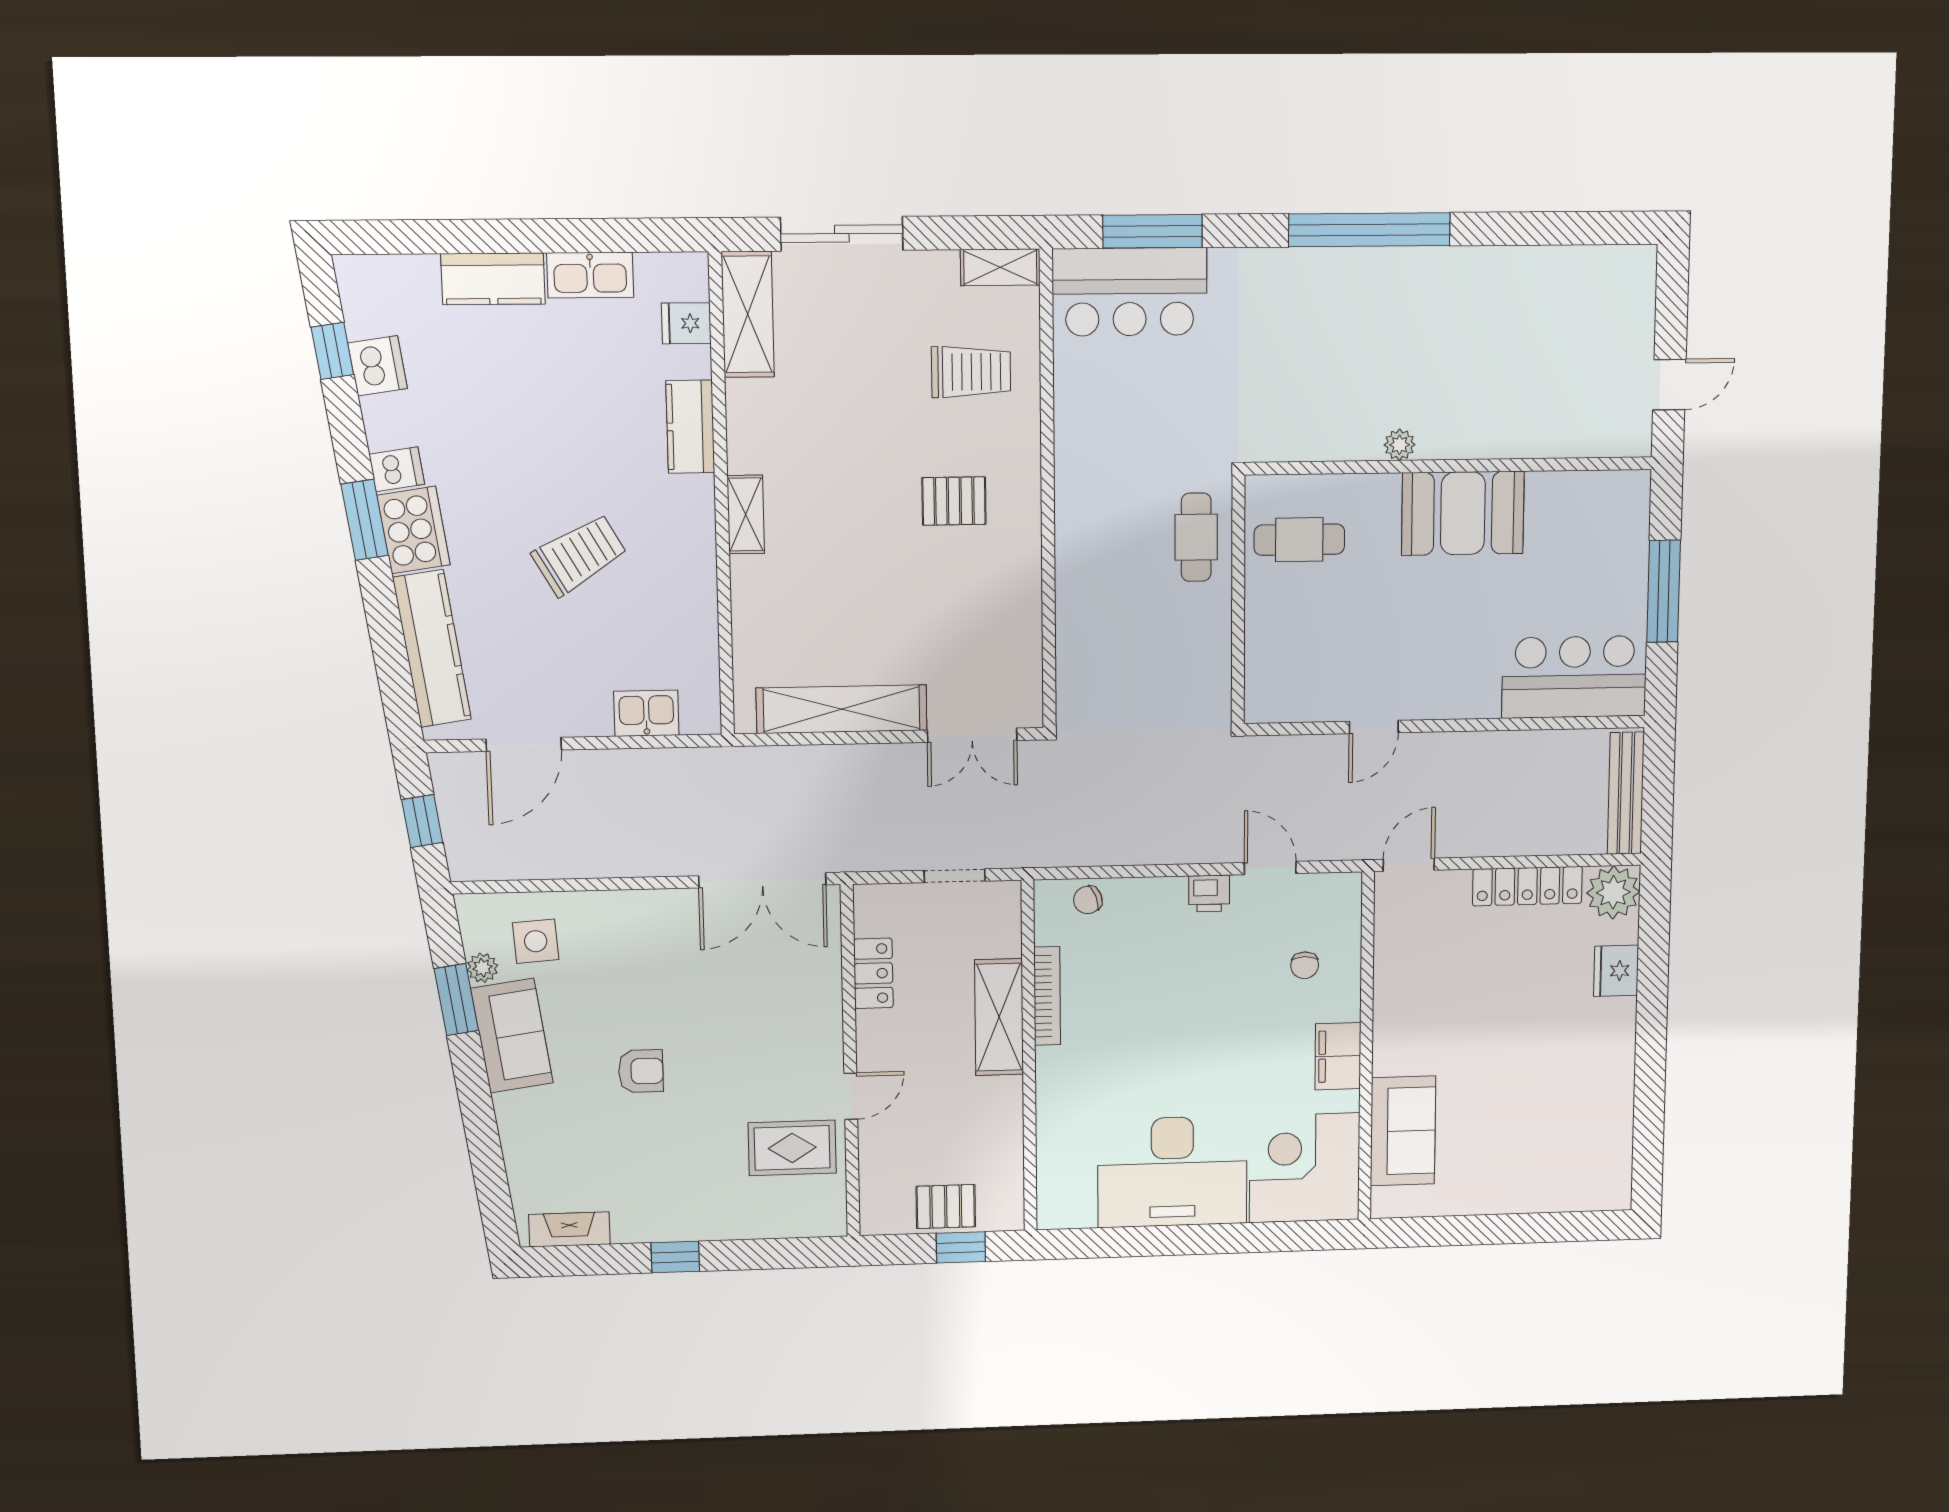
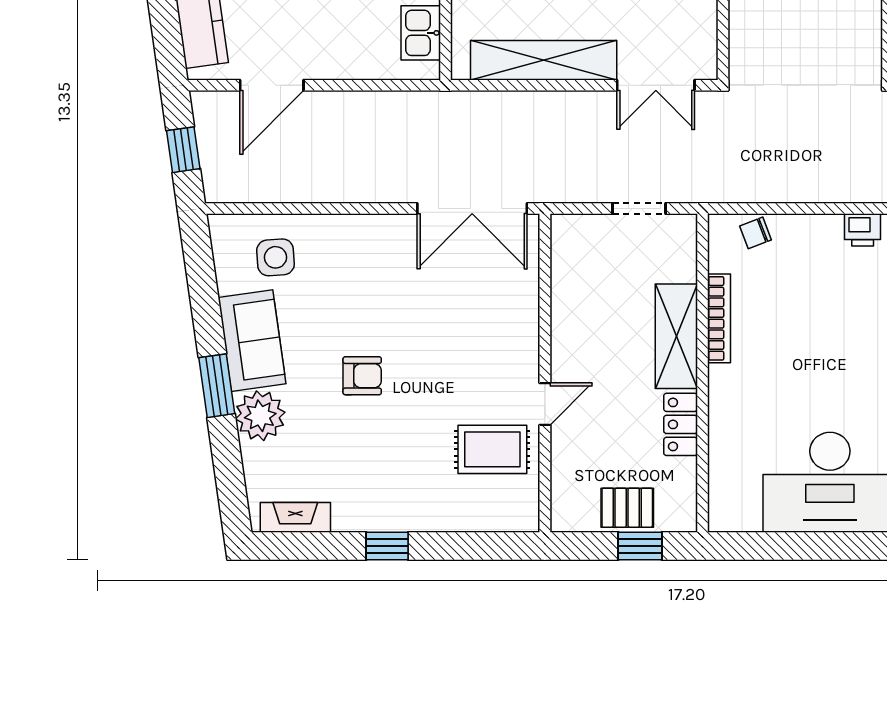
kitchen sink: (646, 713) -> (421, 33), moved, turned -90
plant: (482, 968) -> (260, 416), moved, width x1.87, depth x1.87
locker: (873, 973) -> (681, 424), moved, turned 180
window: (456, 1000) -> (217, 386), moved

